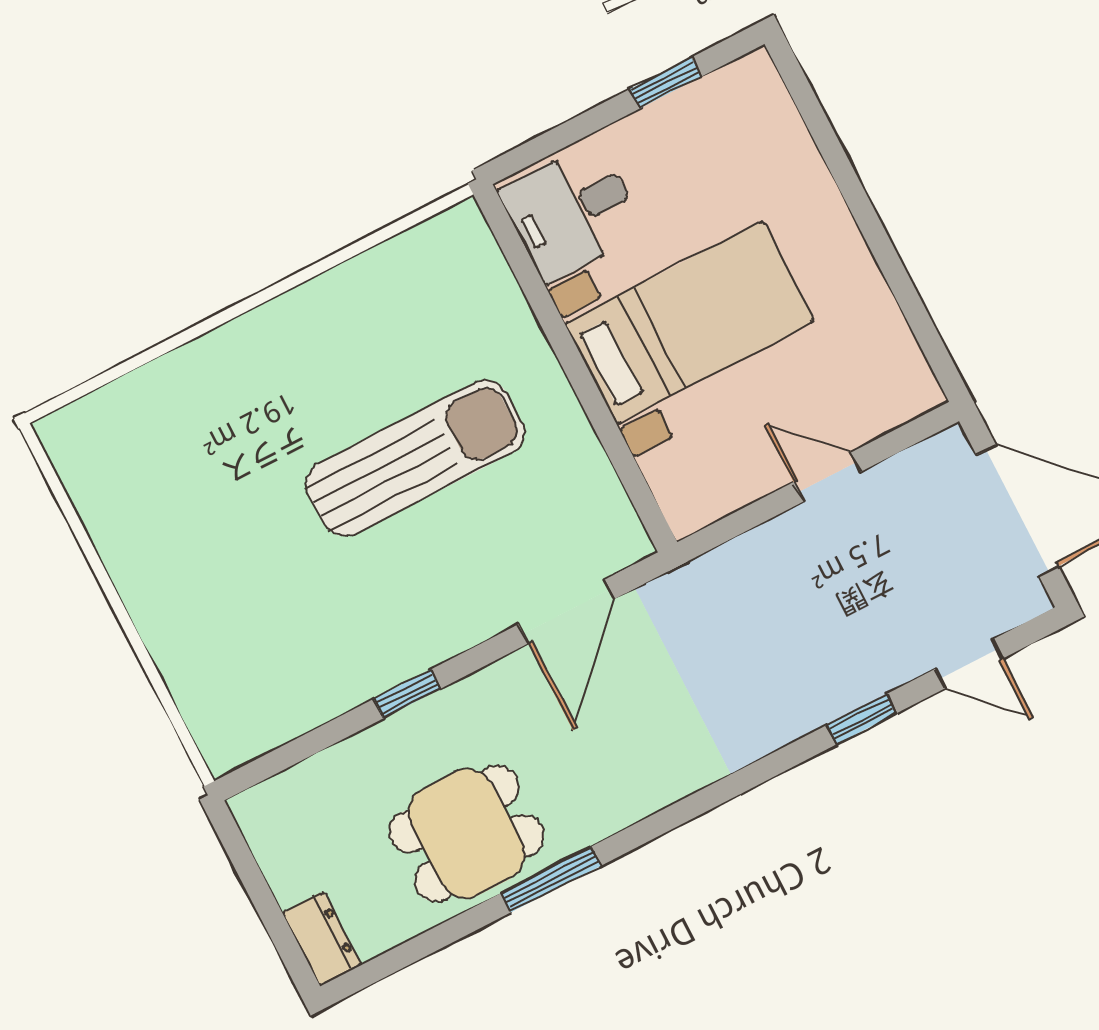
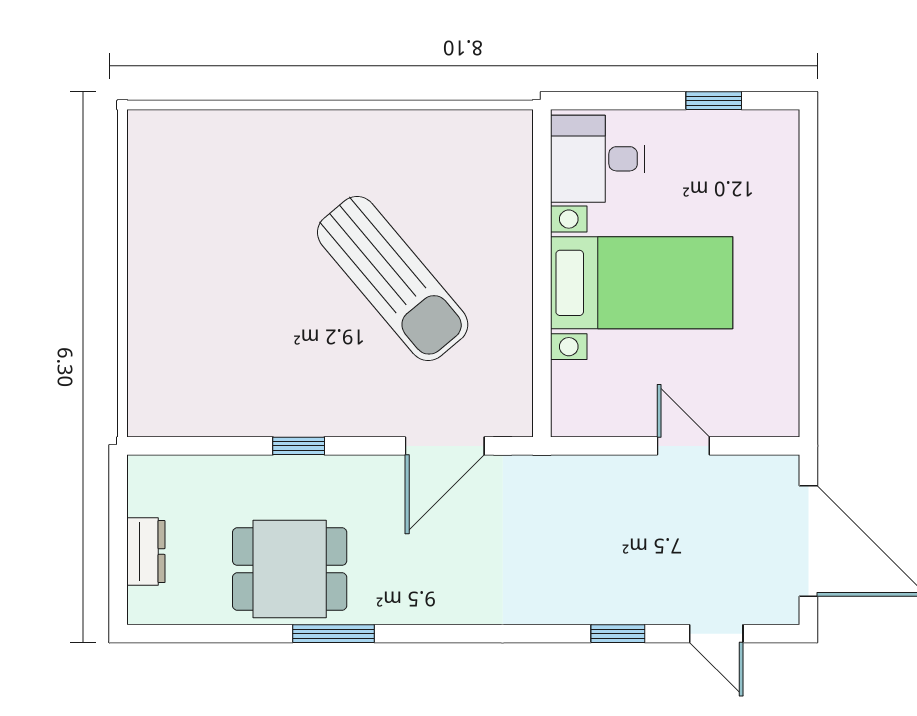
sun lounger: (415, 458) -> (393, 279), turned 50
dresser: (322, 939) -> (146, 552), moved

